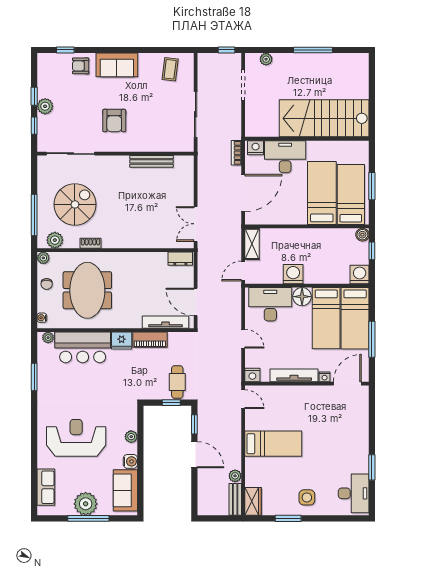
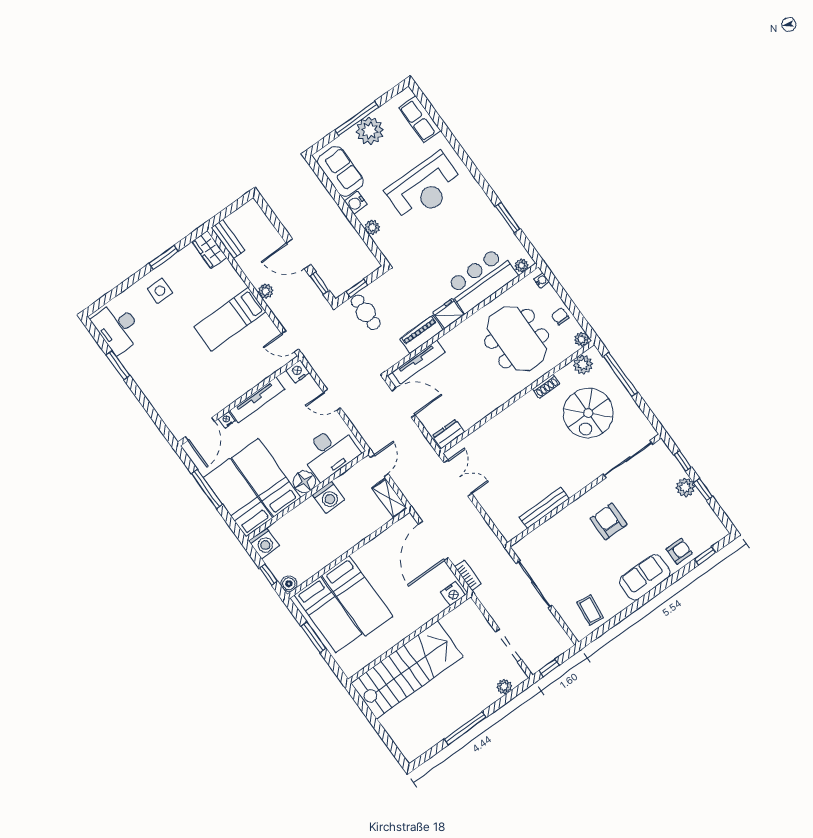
desk: (285, 157) -> (418, 605), removed
plant: (235, 476) -> (266, 291), moved

